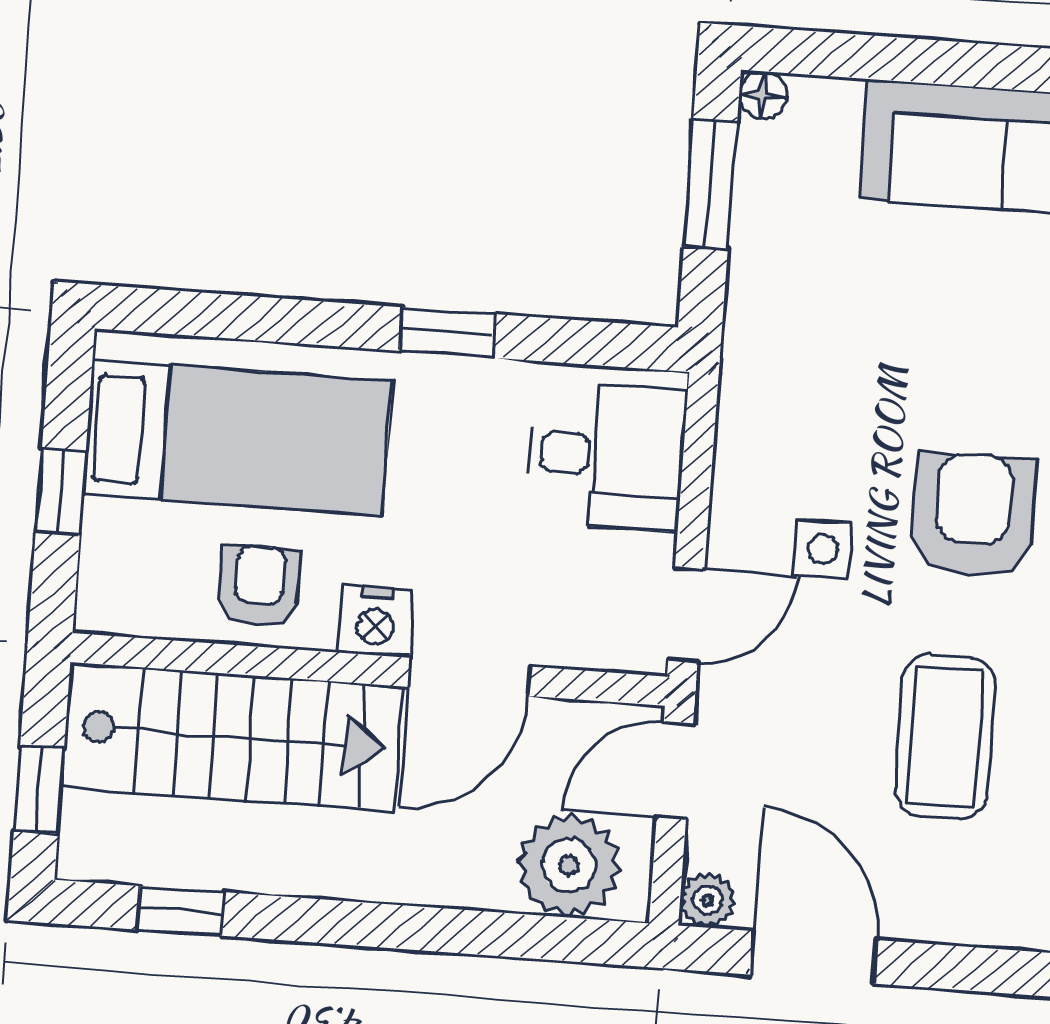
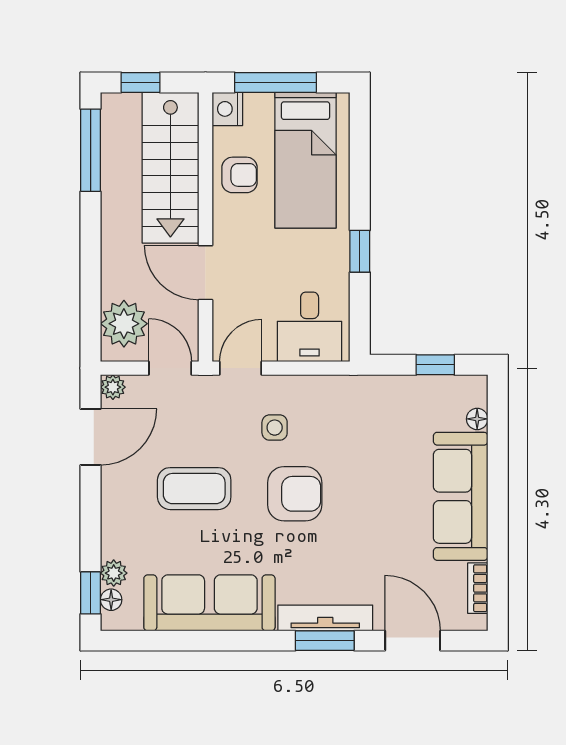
floor lamp: (763, 95) -> (477, 419), moved
window: (711, 184) -> (435, 365), width x0.67
window: (61, 491) -> (276, 82), width x2.17
door: (686, 615) -> (241, 368), swing flipped
nightstand: (376, 621) -> (227, 109), moved
window: (180, 911) -> (91, 150), width x2.17

